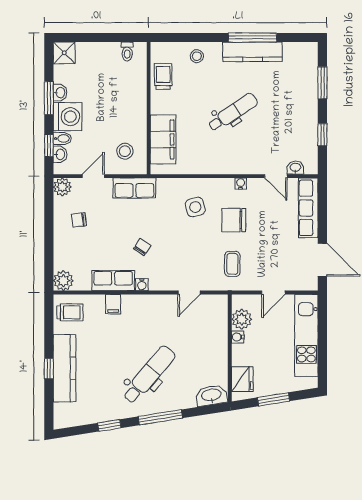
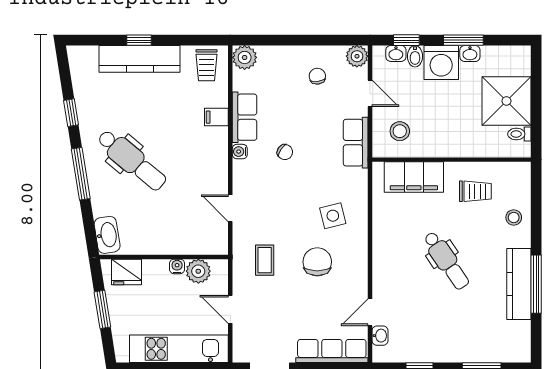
shower: (64, 53) -> (506, 101), moved, width x1.86, depth x1.86
trolley: (163, 76) -> (475, 191), moved
water cooler: (241, 183) -> (361, 270), removed
coffee table: (232, 264) -> (265, 260), turned 90

